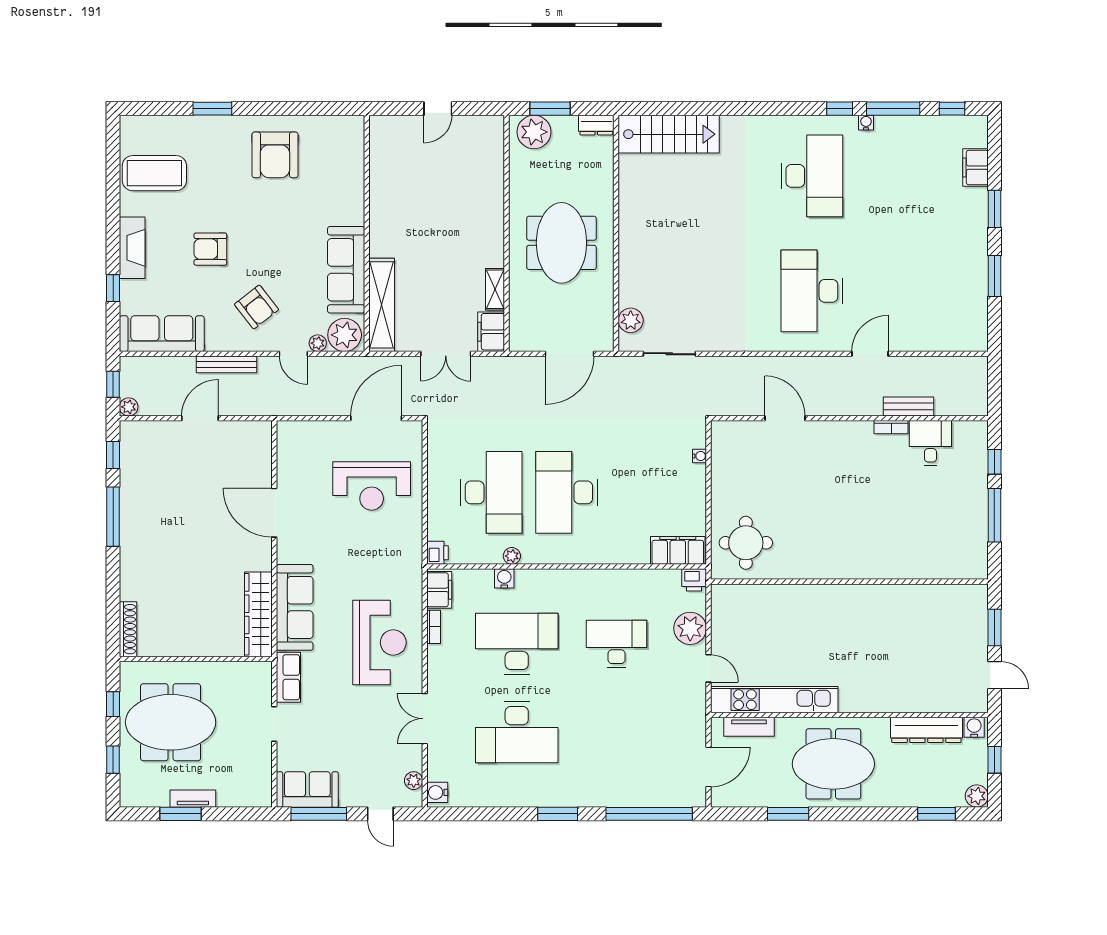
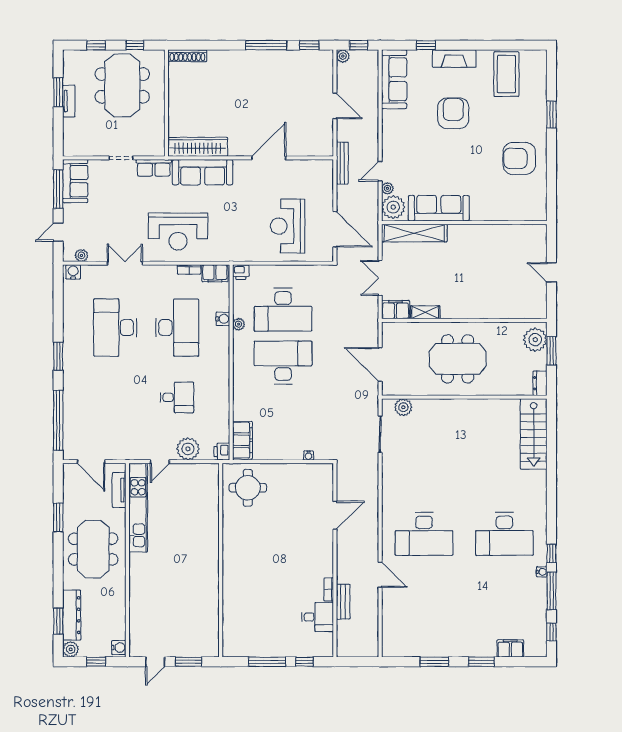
armchair: (210, 249) -> (453, 113), width x1.36, depth x1.36
desk: (812, 291) -> (424, 534), turned 180
armchair: (257, 307) -> (413, 146), removed
bench: (227, 364) -> (342, 163), moved
desk: (617, 644) -> (177, 397), width x0.73
dresser: (926, 730) -> (72, 615), moved, turned 180

